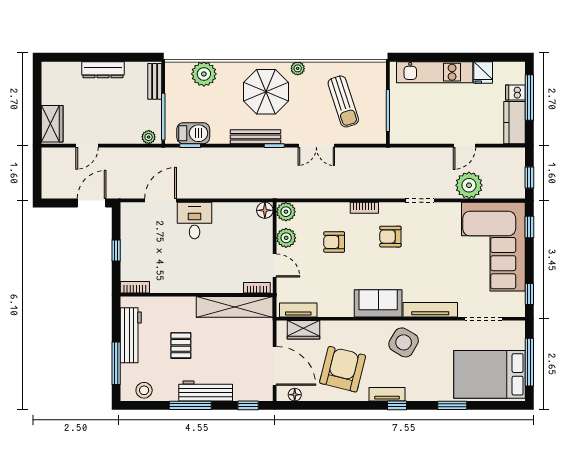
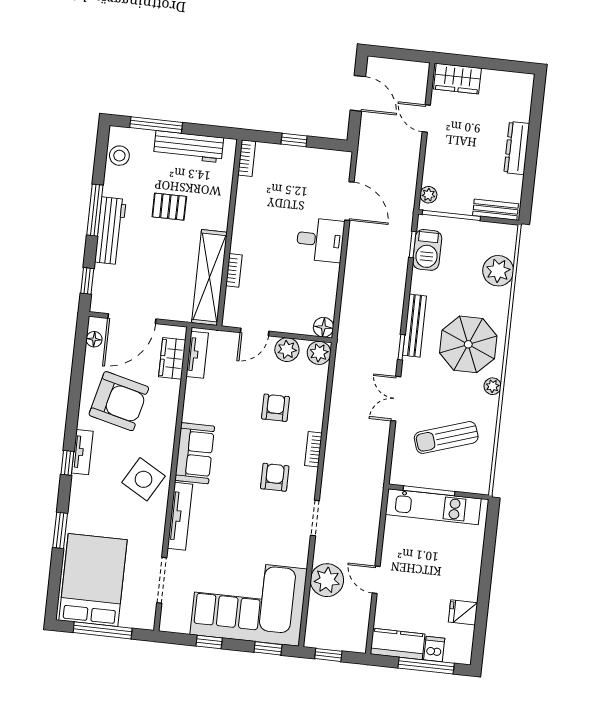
kitchen unit: (435, 72) -> (433, 507), moved, turned -90
door: (92, 203) -> (358, 93), moved
bookcase: (257, 288) -> (234, 270), moved
window: (529, 294) -> (209, 642), moved

